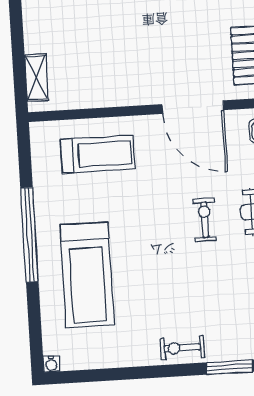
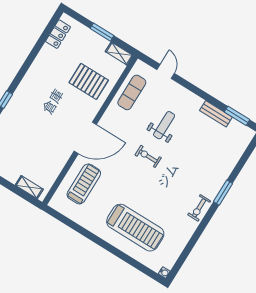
door: (193, 107) -> (85, 138), moved
window: (29, 235) -> (99, 241), removed

